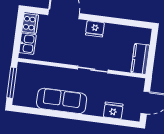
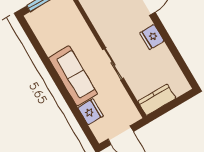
sofa: (62, 101) -> (73, 76), moved

